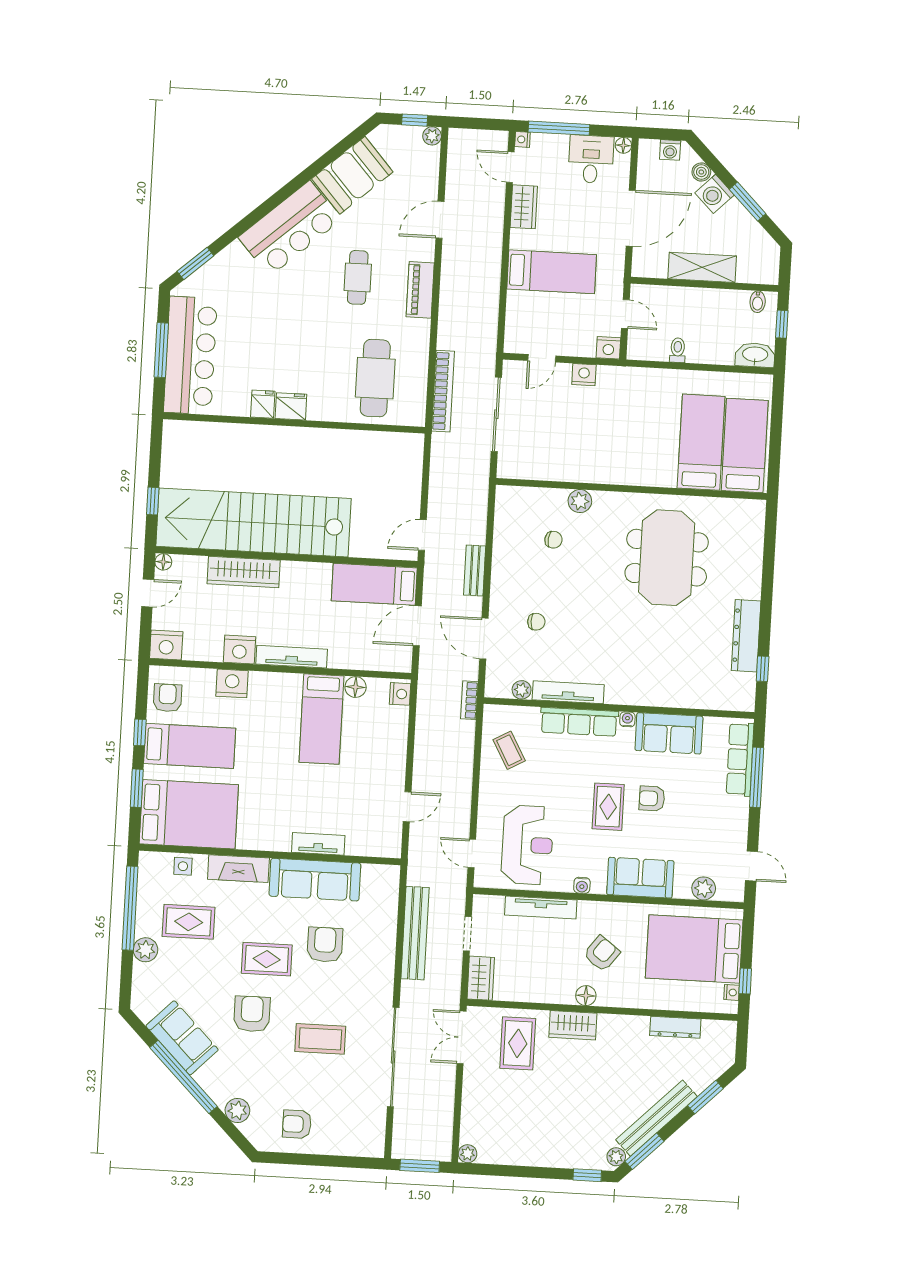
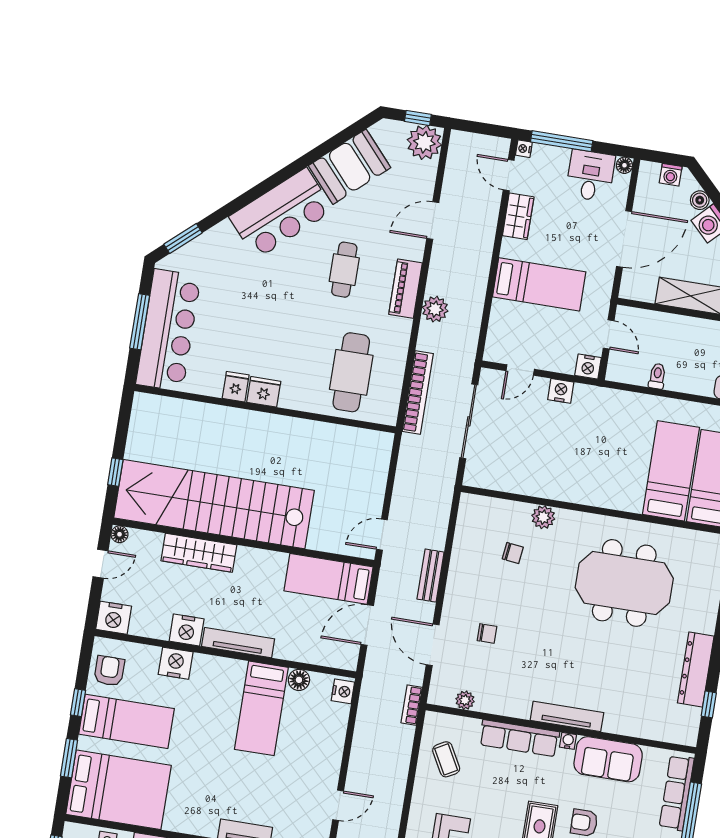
plant: (432, 136) -> (424, 142), width x1.87, depth x1.87
plant: (451, 307) -> (435, 309), added
meeting table: (667, 558) -> (624, 583), turned 90
tv unit: (568, 692) -> (567, 716), moved

